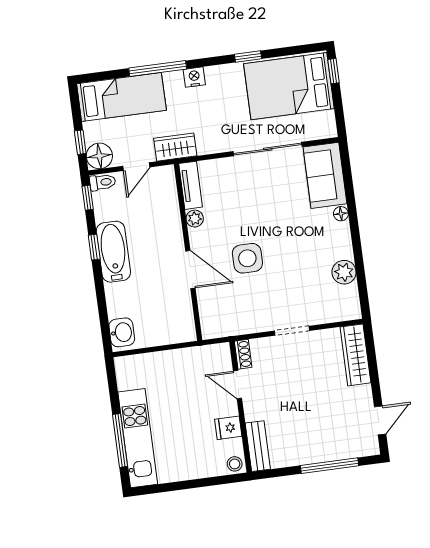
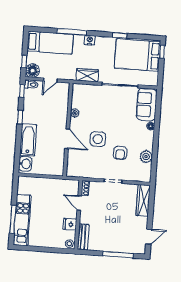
wardrobe: (175, 147) -> (87, 75), moved
tv unit: (191, 185) -> (76, 95), removed
bathtub: (113, 252) -> (28, 140), moved
armchair: (294, 275) -> (120, 153), added

